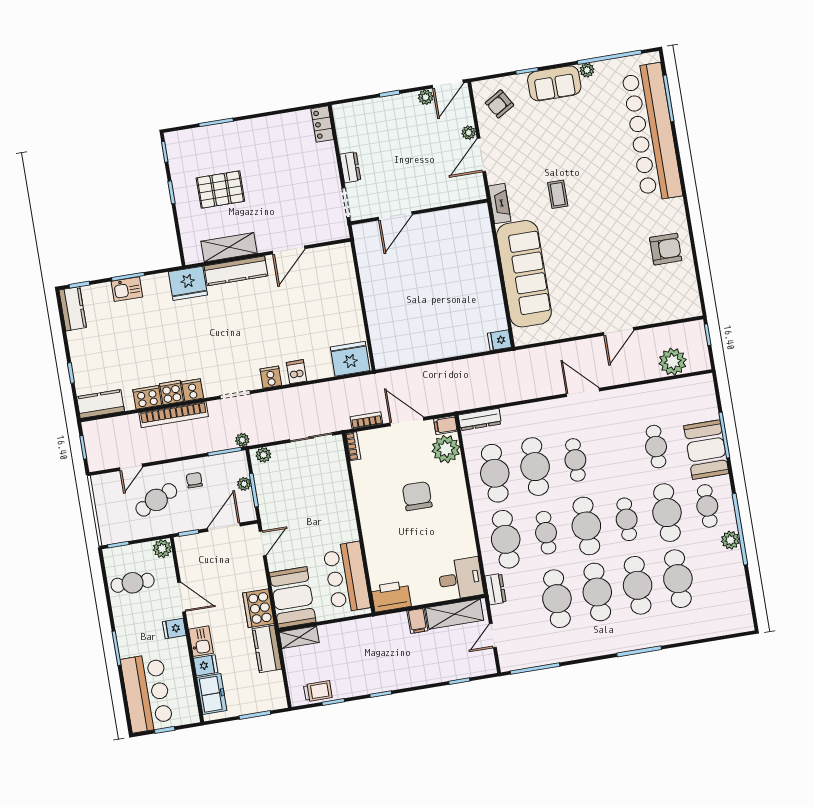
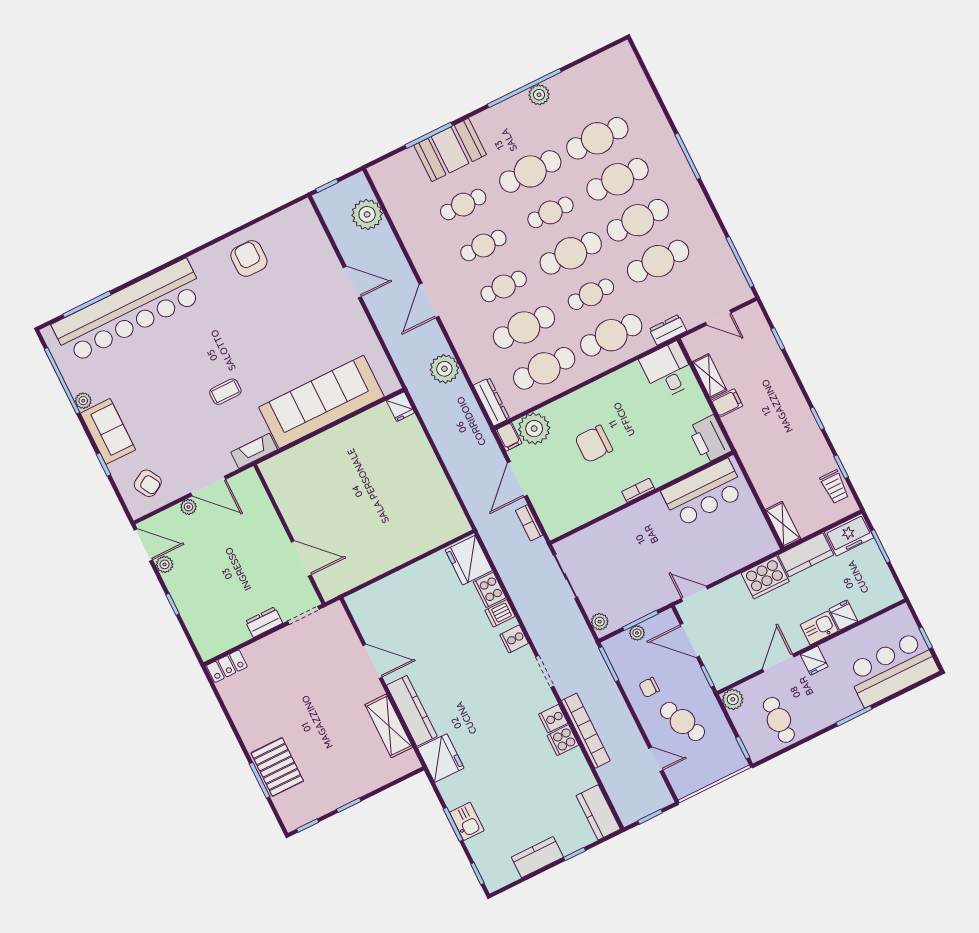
pallet: (220, 190) -> (277, 767), moved
kitchen counter: (73, 309) -> (537, 857), moved
cooker: (147, 397) -> (490, 590), moved
plant: (242, 440) -> (444, 369), moved, width x1.87, depth x1.87
bookcase: (353, 446) -> (638, 490), moved
cafe table: (707, 506) -> (483, 246), moved
booth: (293, 597) -> (742, 544), removed
shelving: (455, 614) -> (709, 376), width x0.67, depth x0.75
trolley: (318, 691) -> (835, 487), turned 180
freezer: (212, 694) -> (849, 535), moved, turned 180

